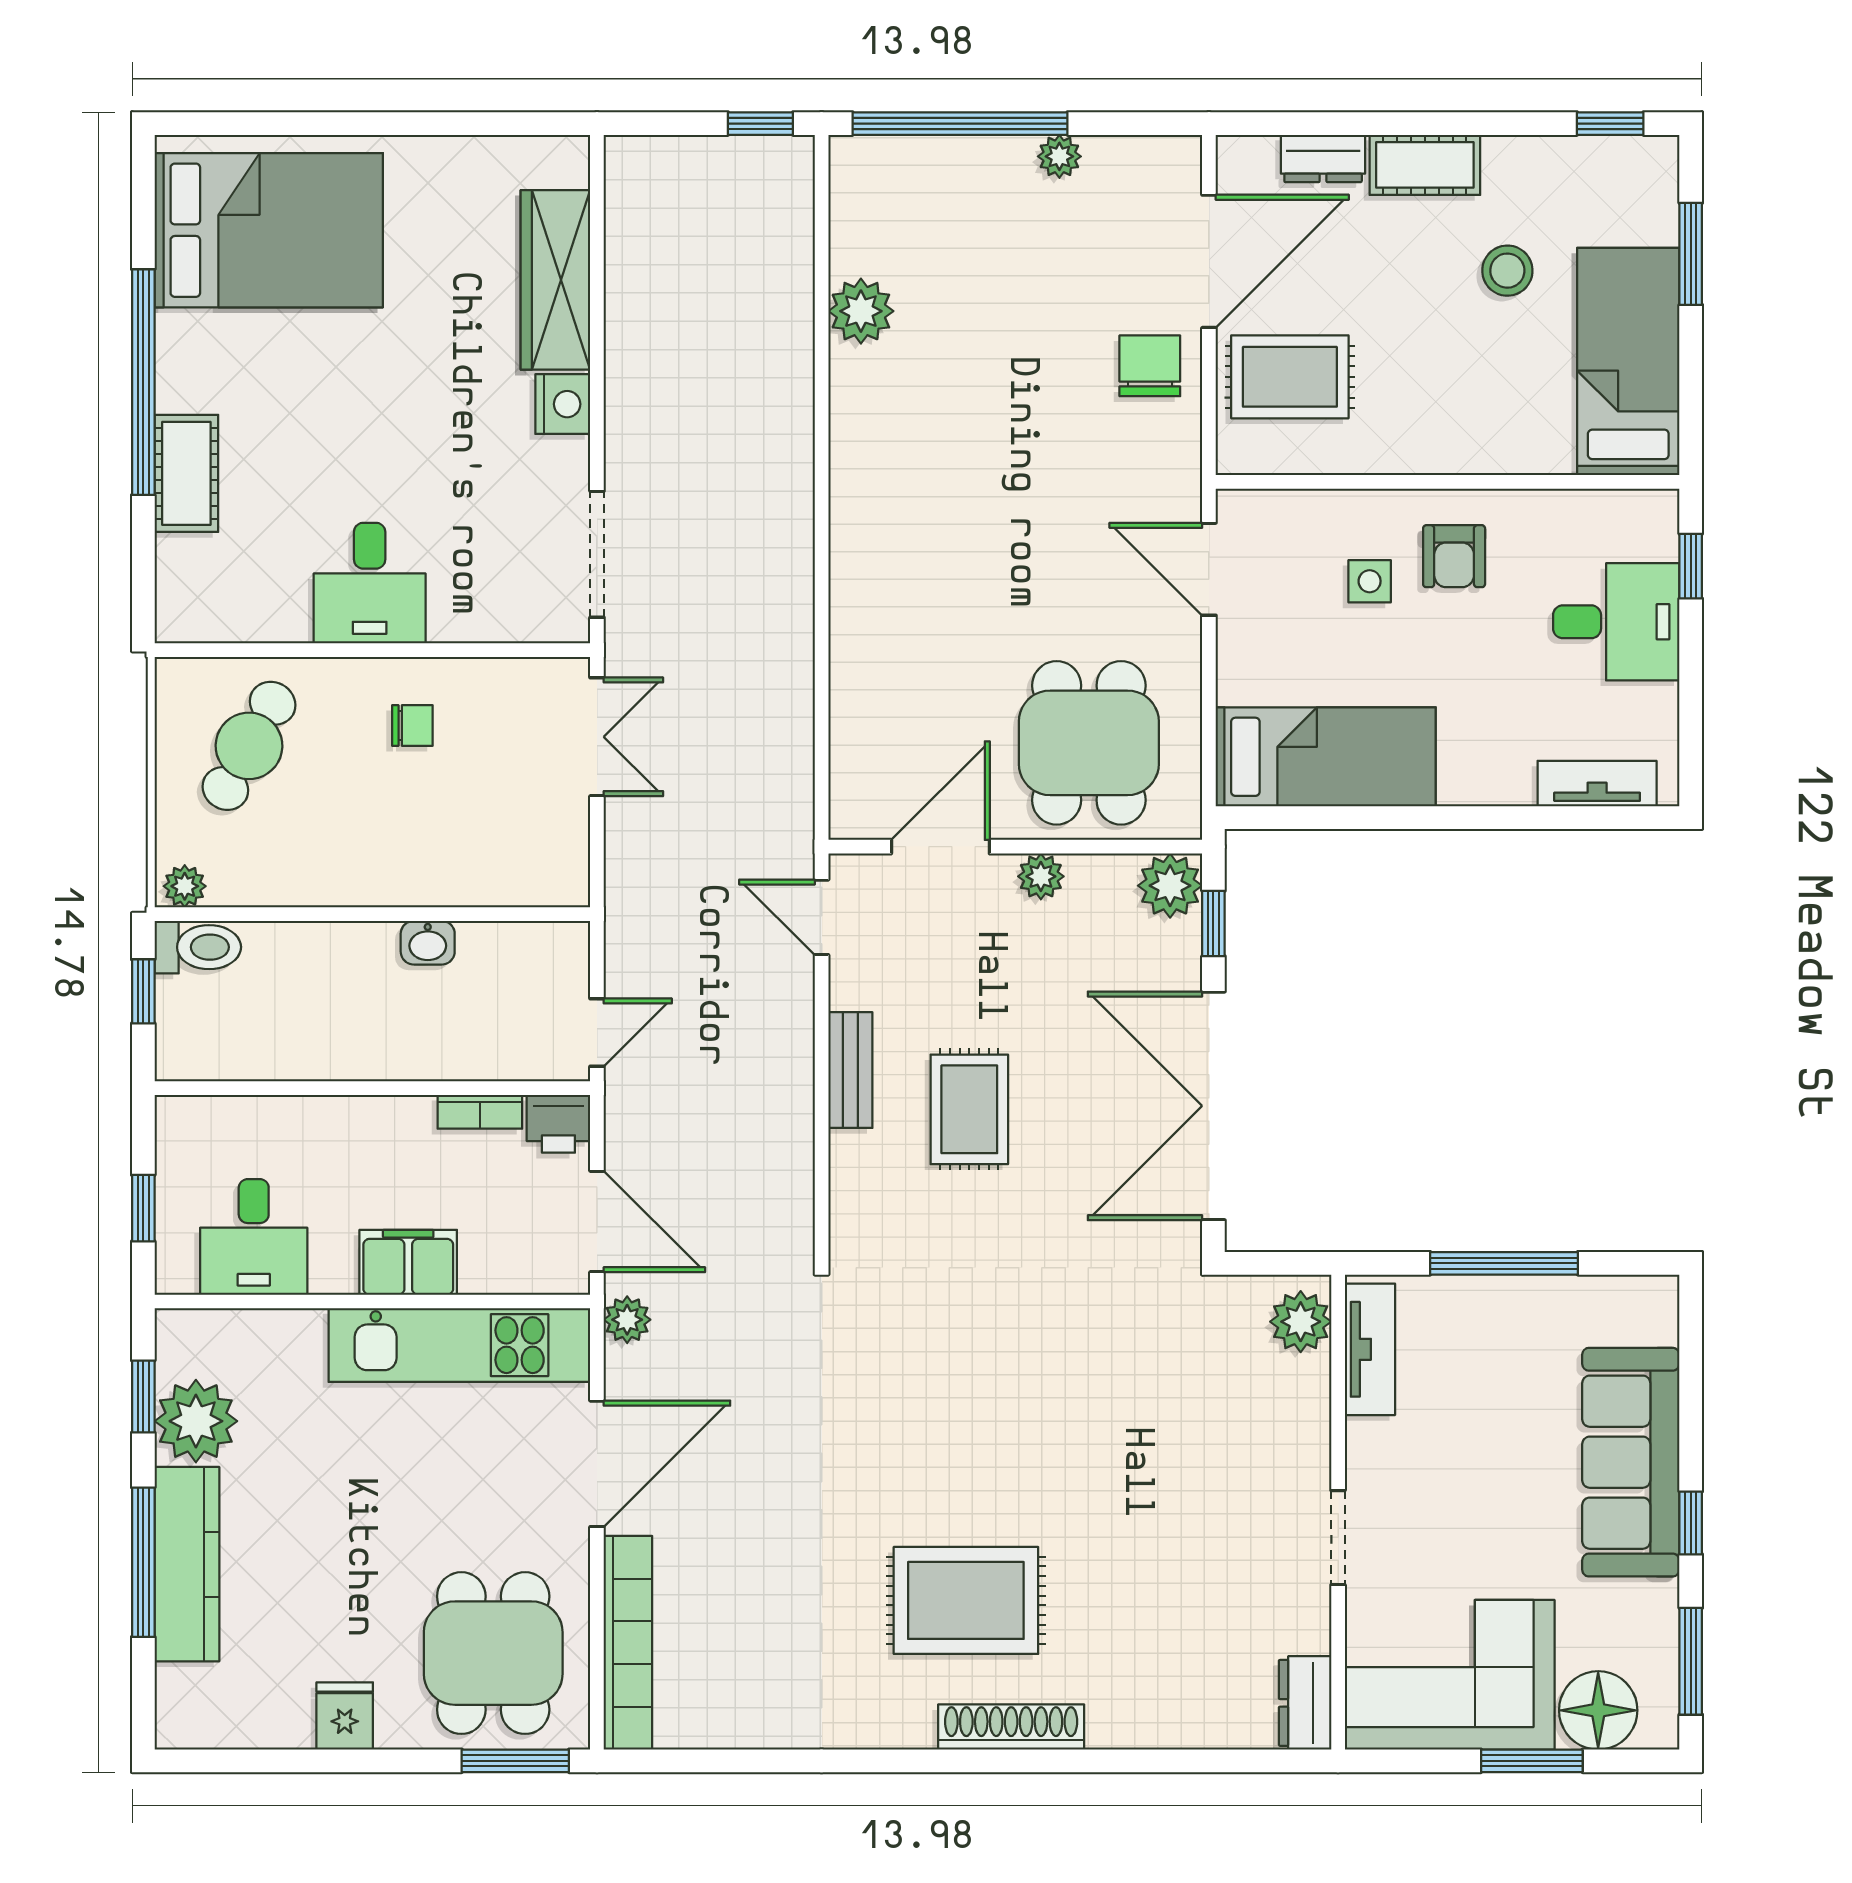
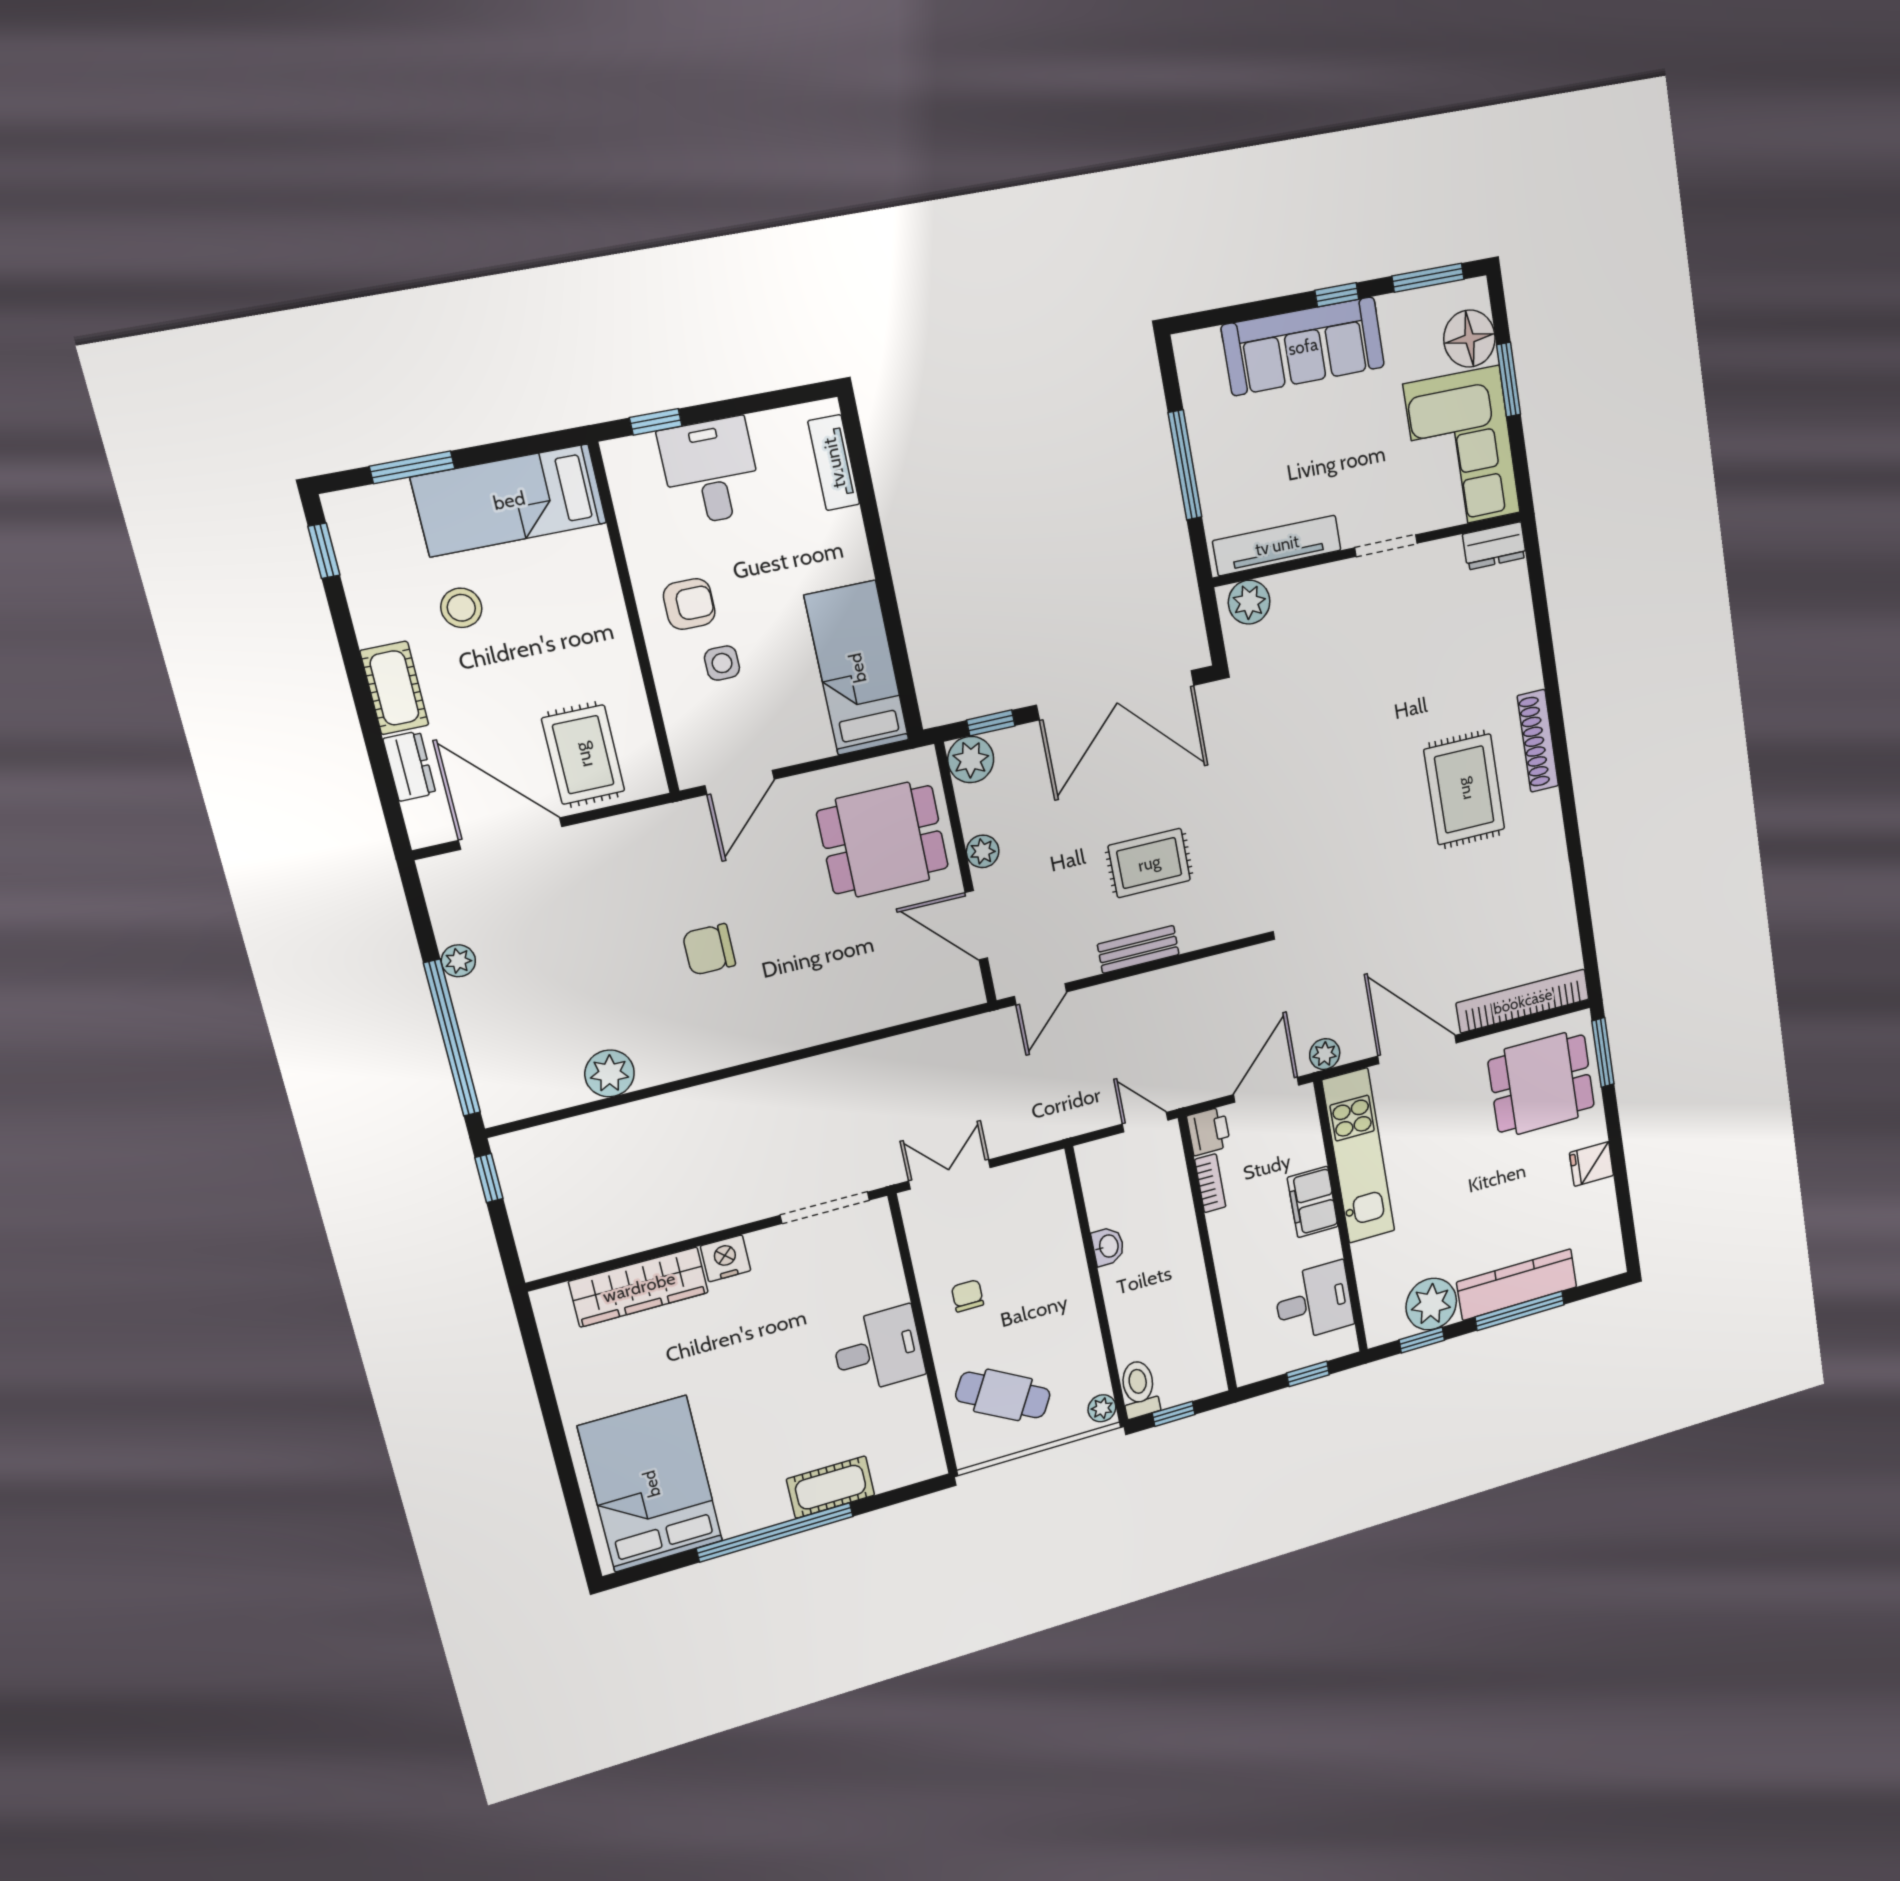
chair: (1150, 366) -> (709, 949), moved
tv unit: (1370, 1349) -> (1277, 545), width x1.41

